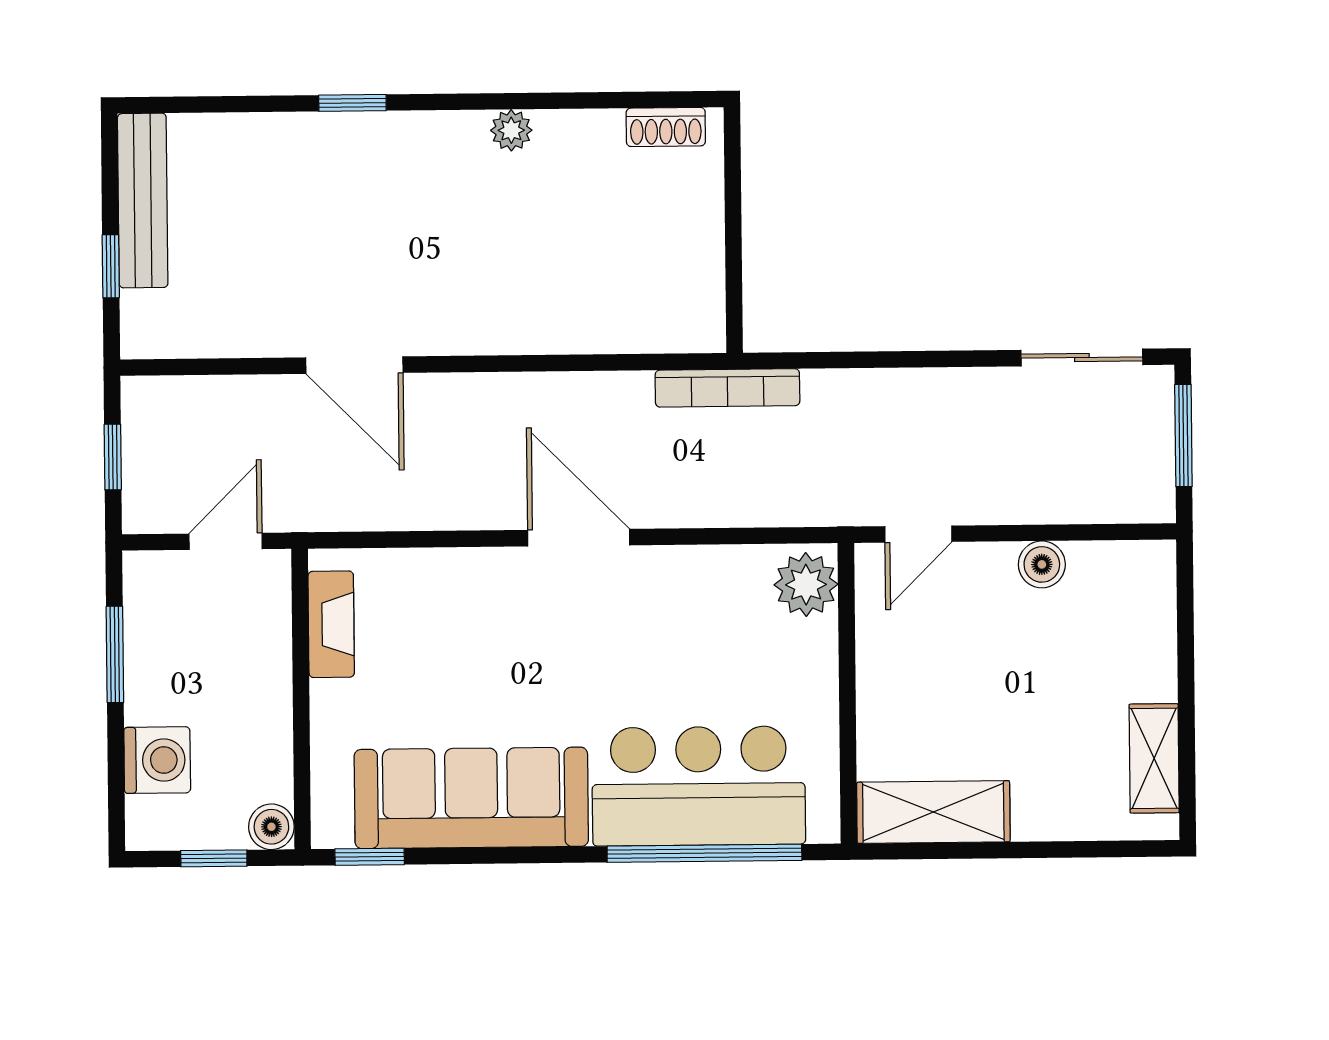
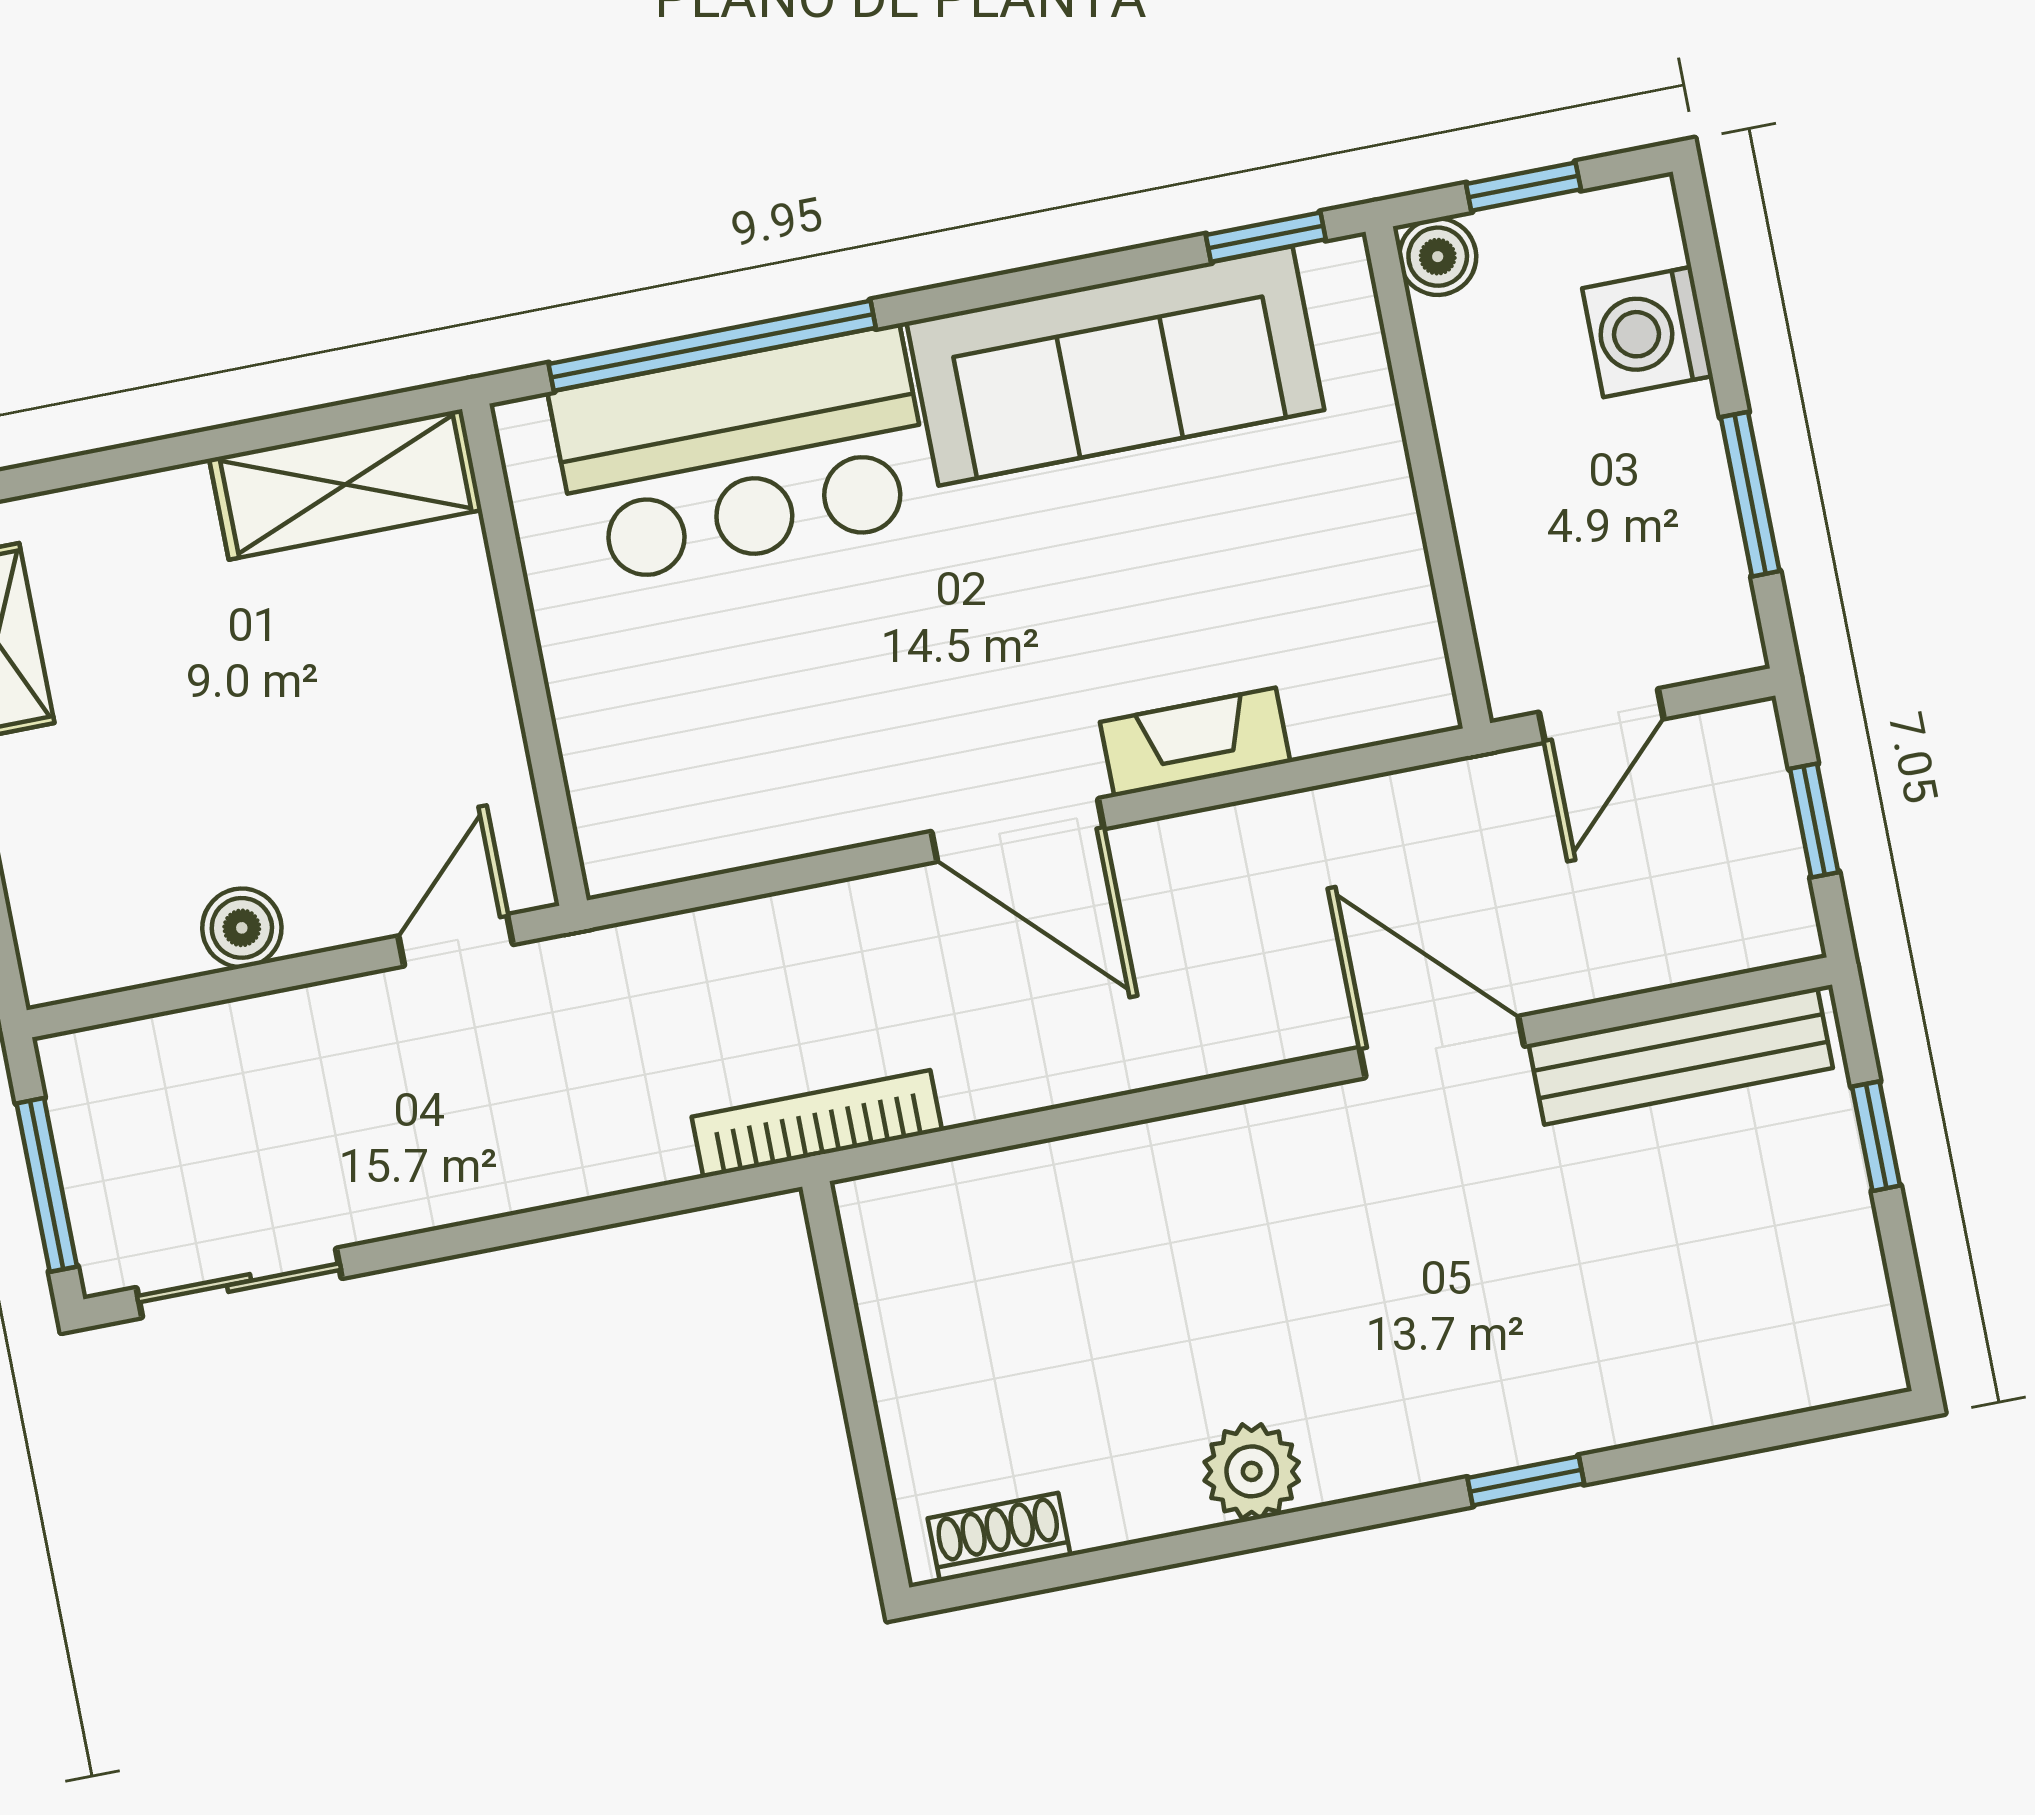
plant: (511, 130) -> (1252, 1471), width x1.38, depth x1.38
bench: (143, 201) -> (1681, 1056), moved, turned 90
plant: (806, 585) -> (626, 822), removed
fireplace: (331, 624) -> (1195, 742), moved, turned 90

